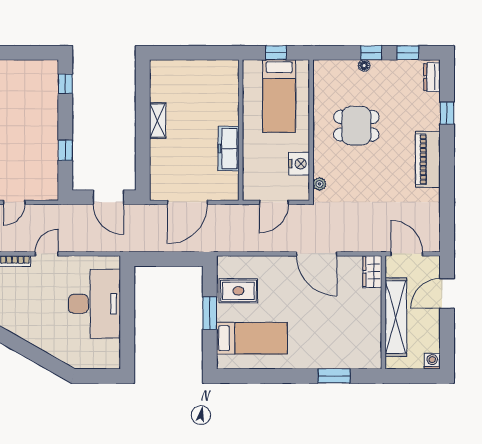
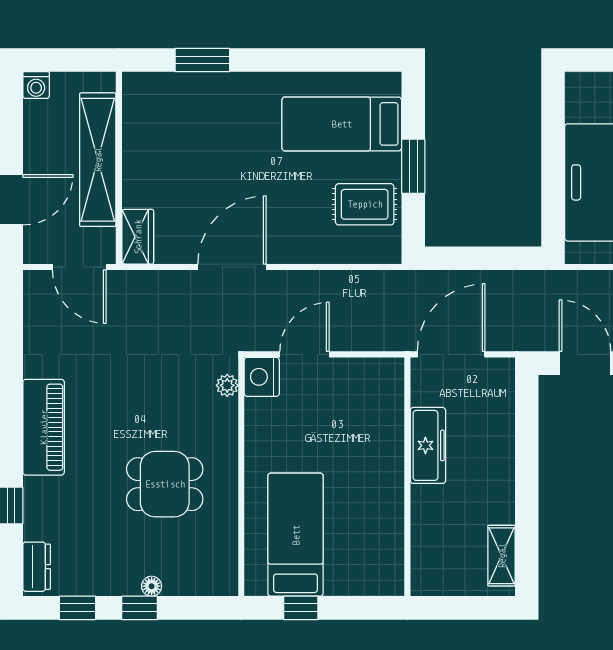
shelving: (158, 121) -> (502, 556), moved
wall: (241, 130) -> (407, 477), moved
freezer: (229, 149) -> (428, 445), moved
nightstand: (299, 164) -> (262, 377), moved
door: (317, 254) -> (232, 267), hinge flipped

